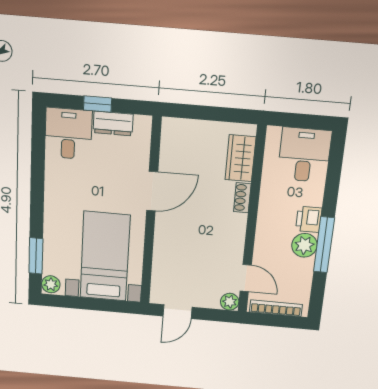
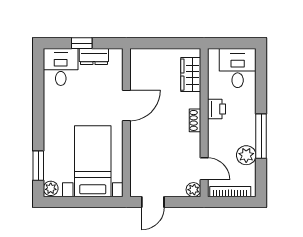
shoe rack: (242, 198) -> (195, 120), moved
printer: (309, 219) -> (216, 109), moved, turned 180
plant: (304, 245) -> (246, 155), moved

